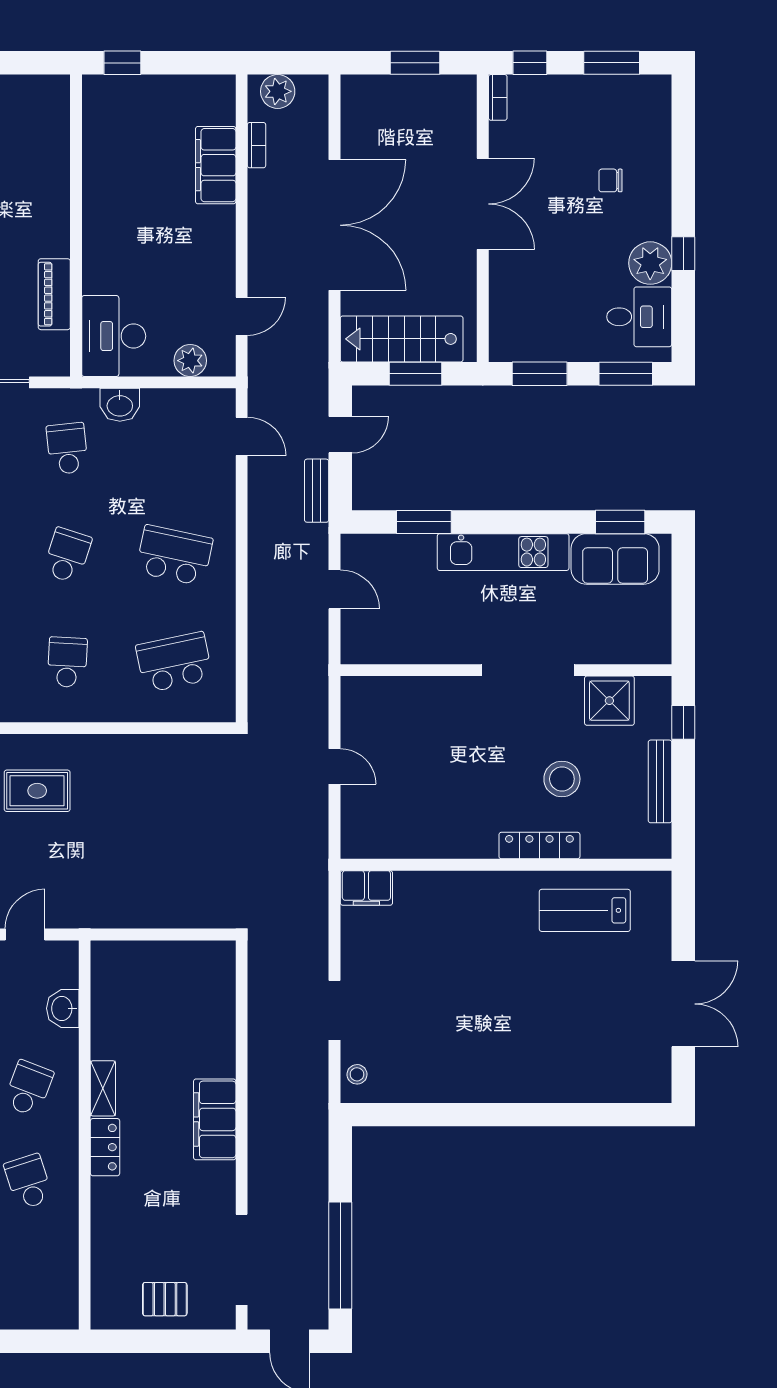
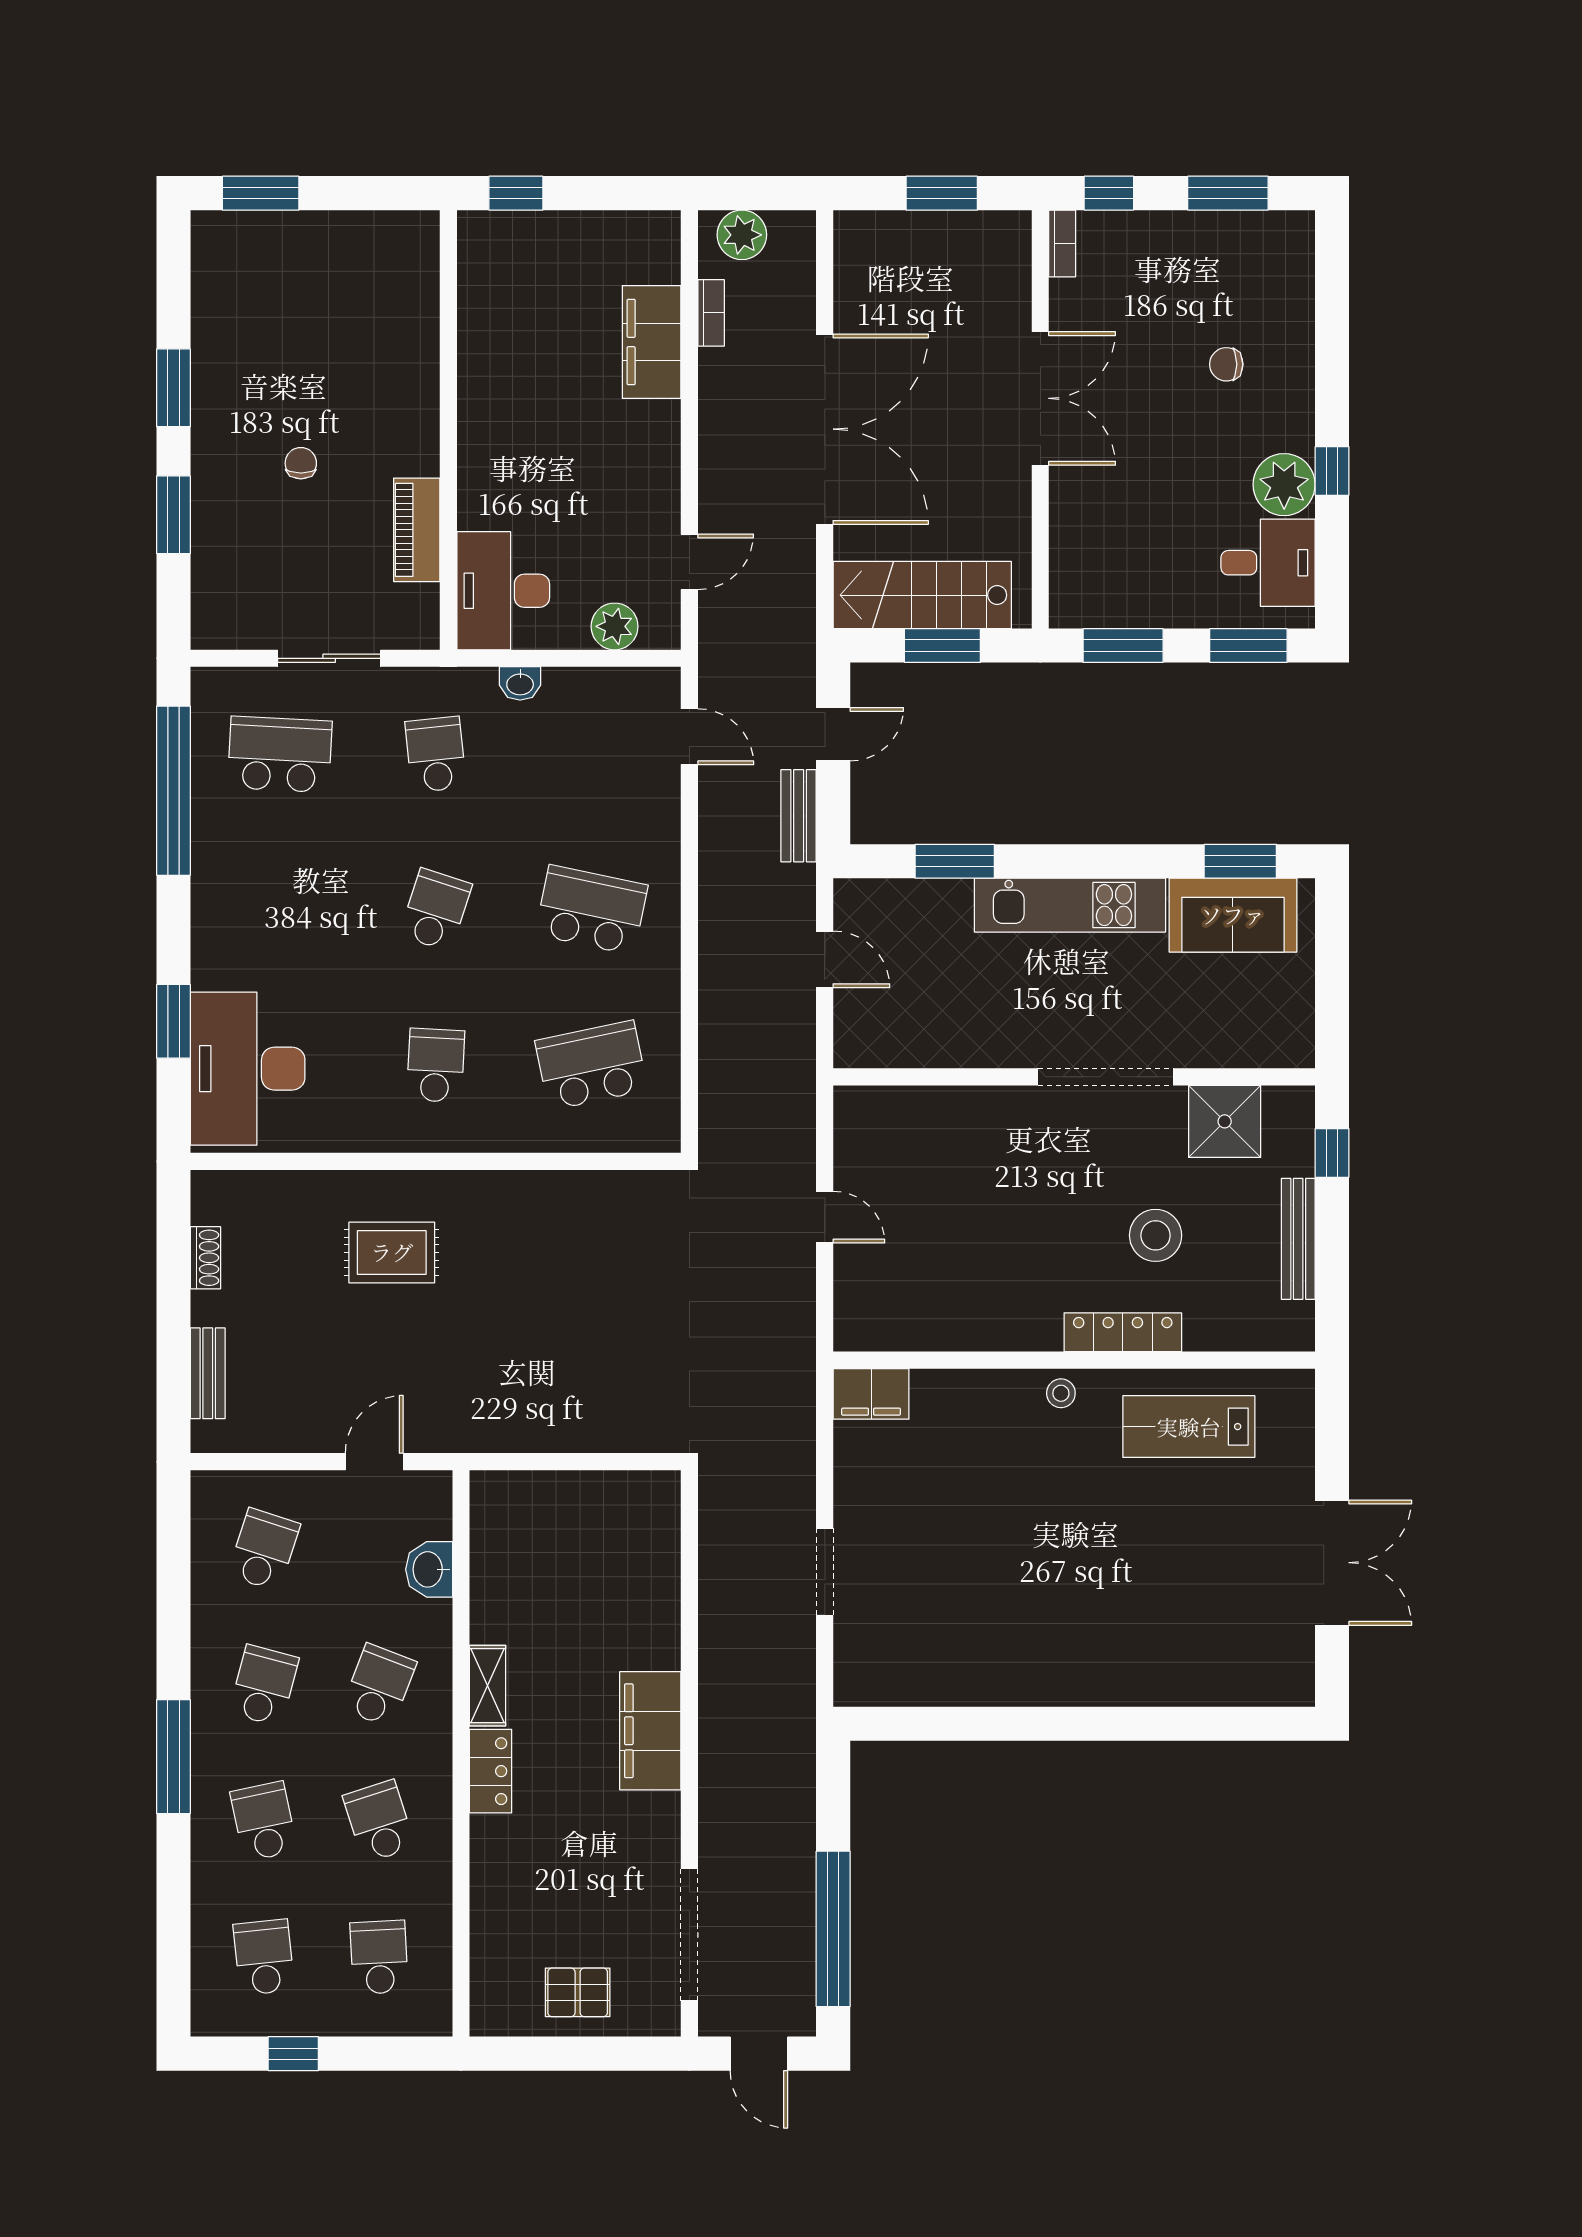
washbasin: (120, 405) -> (520, 683), width x0.72, depth x0.69
stool: (357, 1074) -> (1061, 1393), moved
school desk: (28, 1275) -> (379, 1957), added

